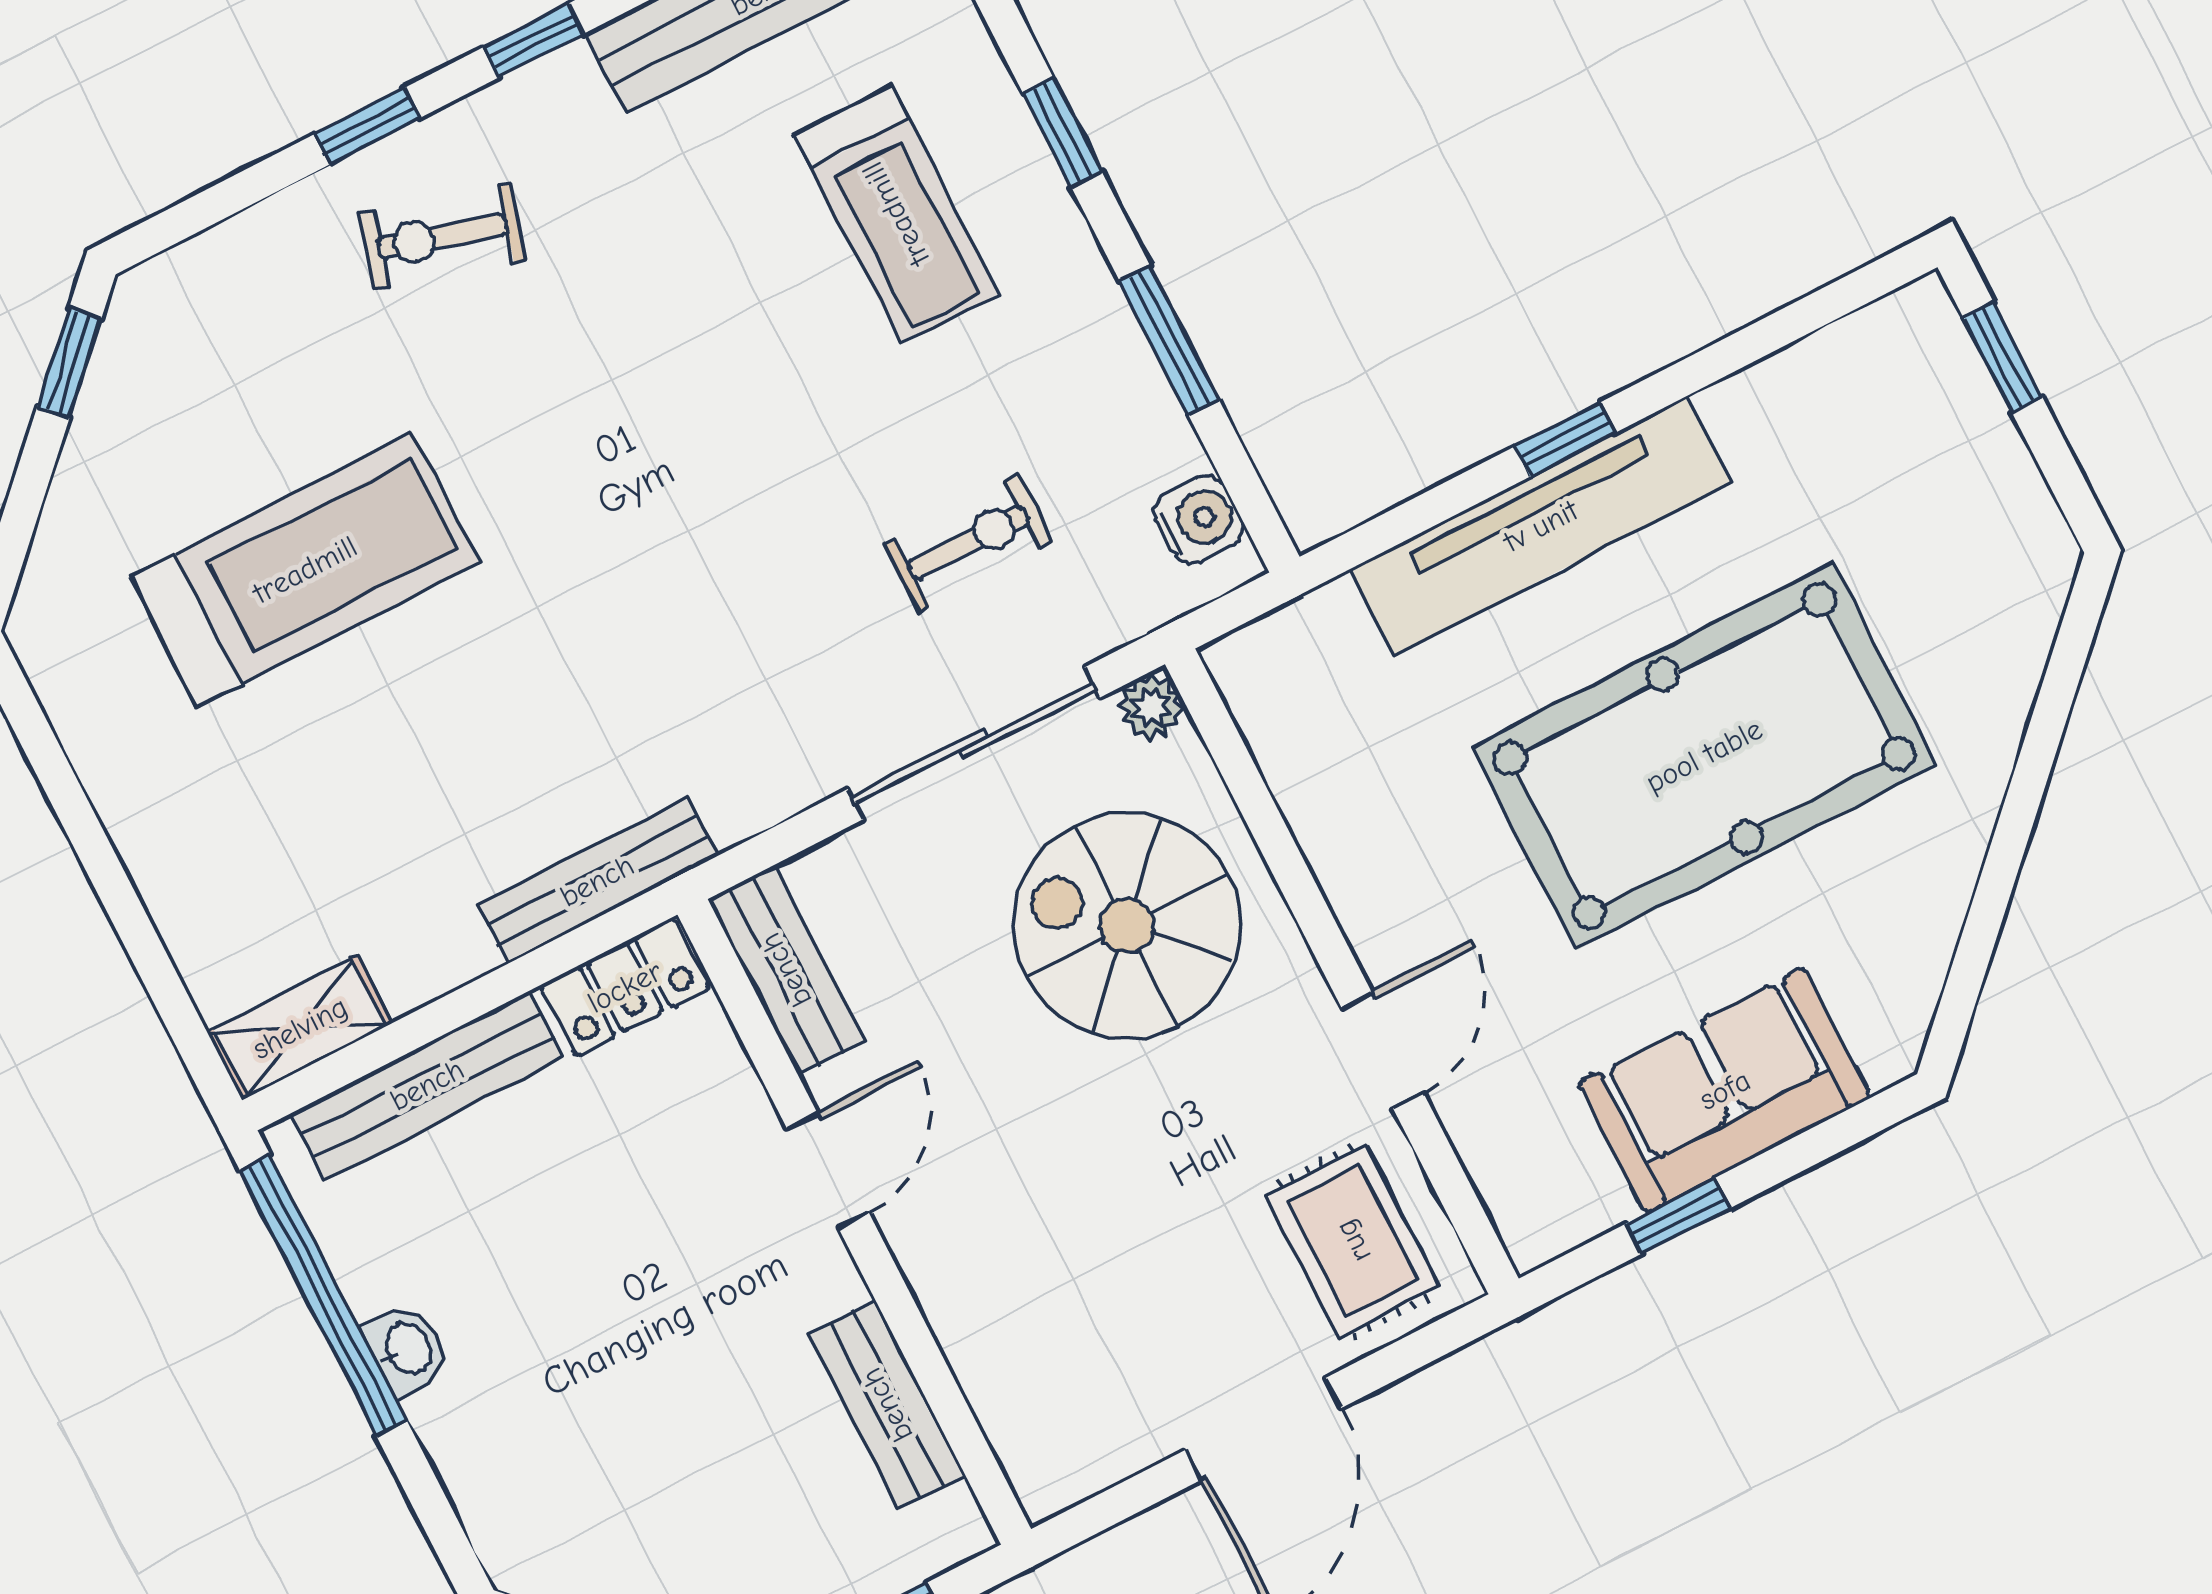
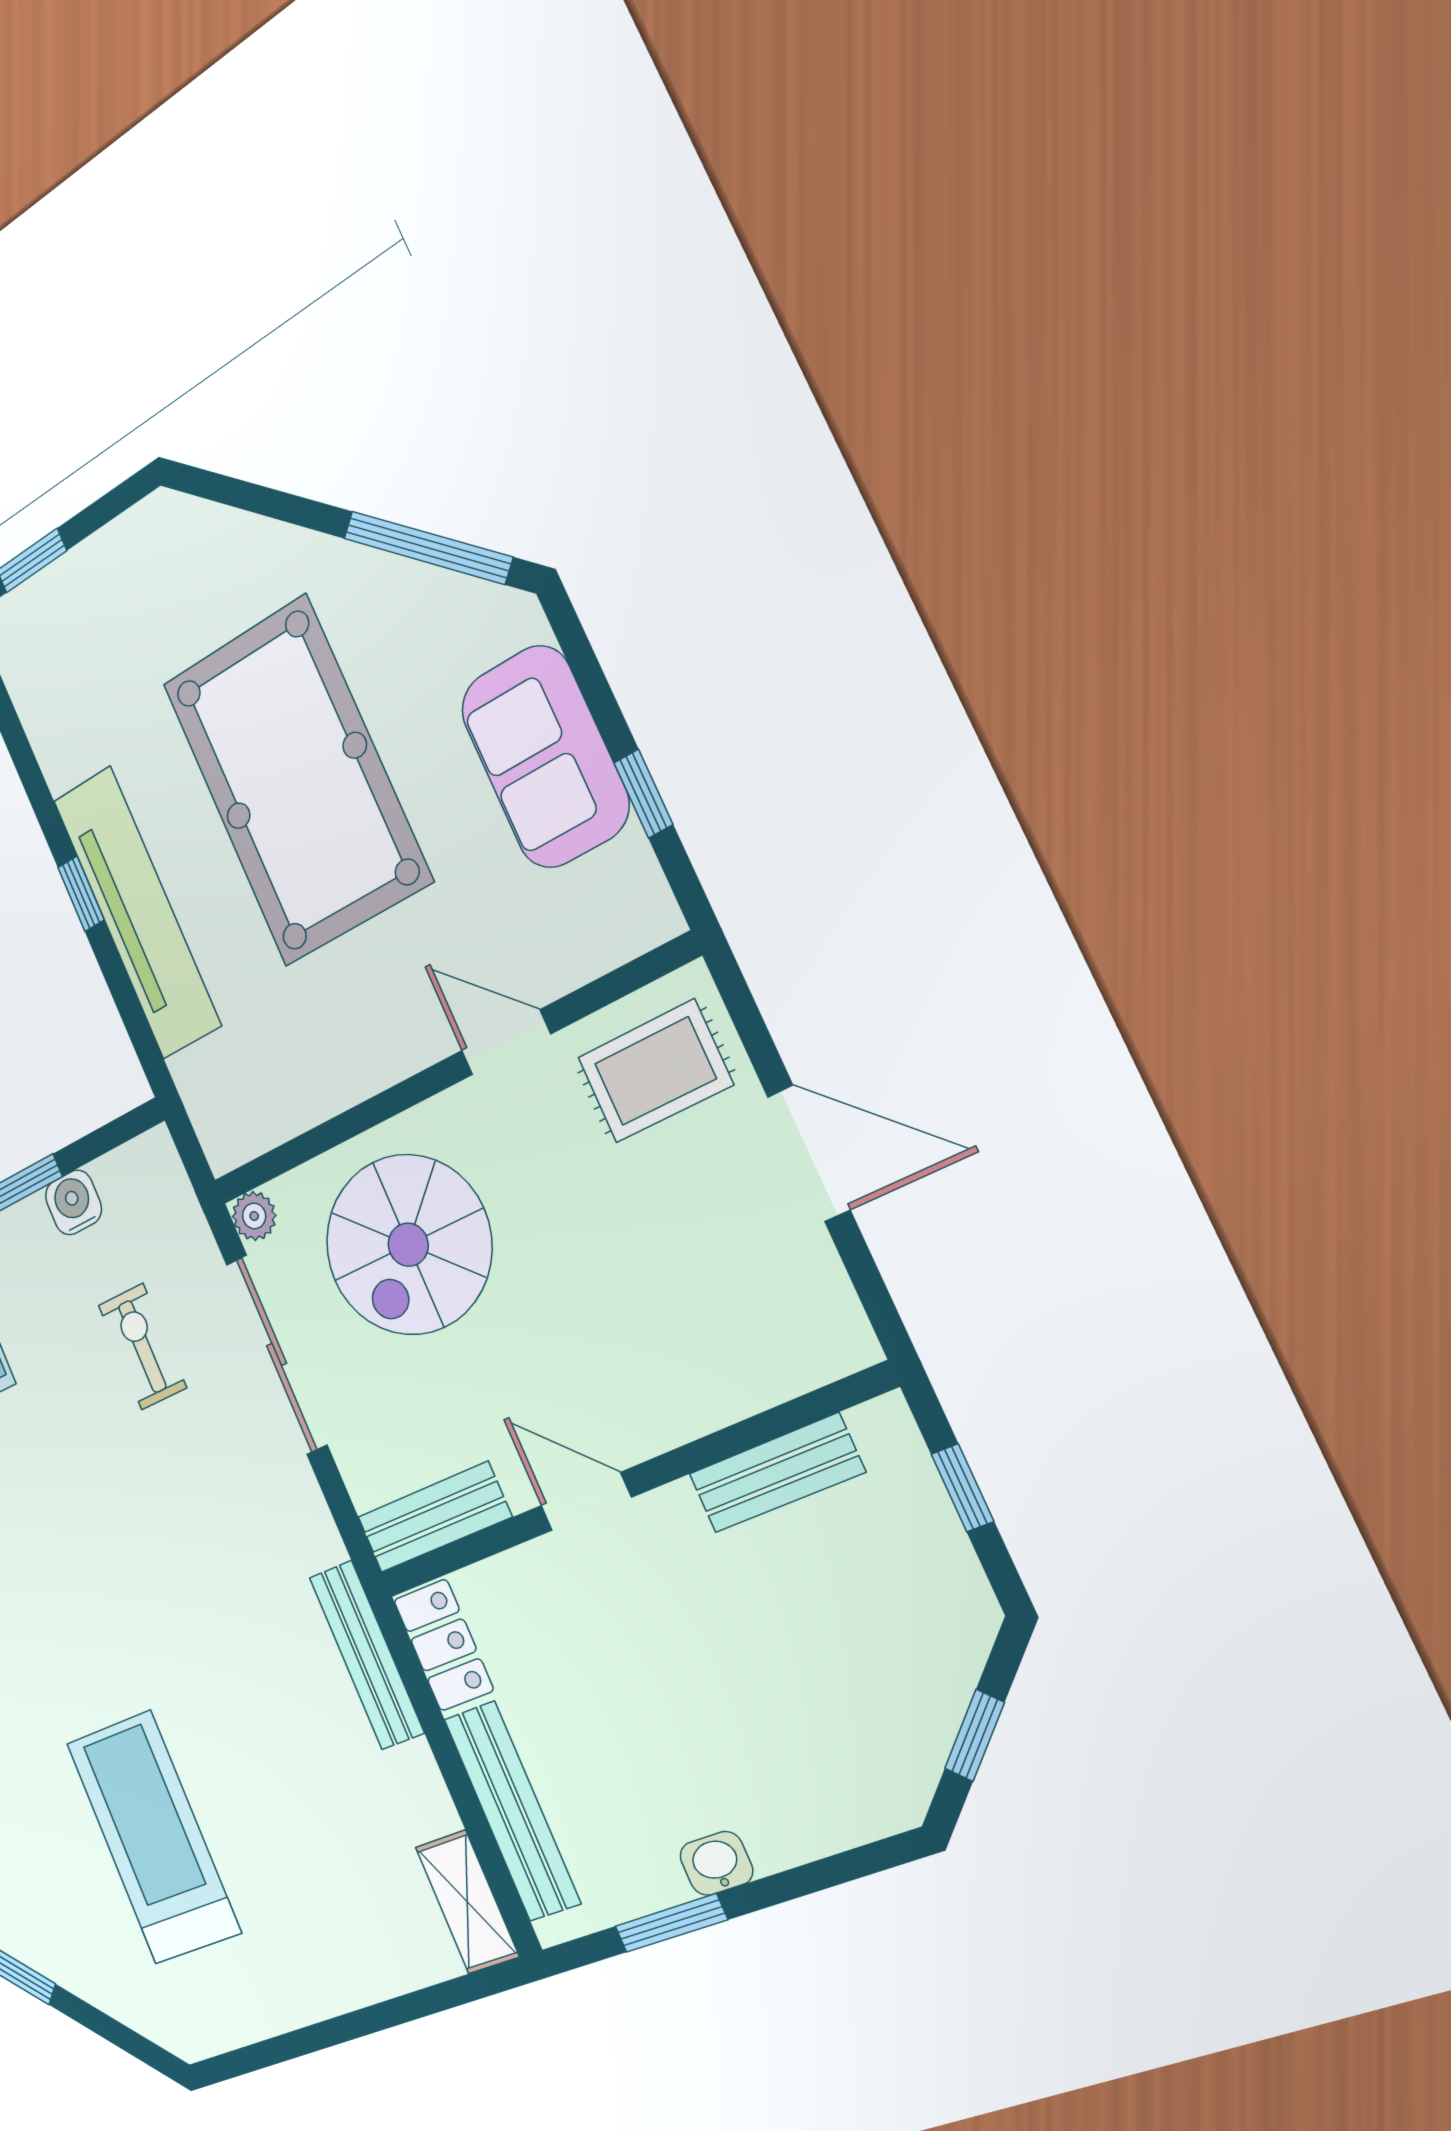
water cooler: (1199, 520) -> (73, 1202), moved
window: (1981, 930) -> (427, 548), added
window: (323, 1295) -> (671, 1923), width x0.47

